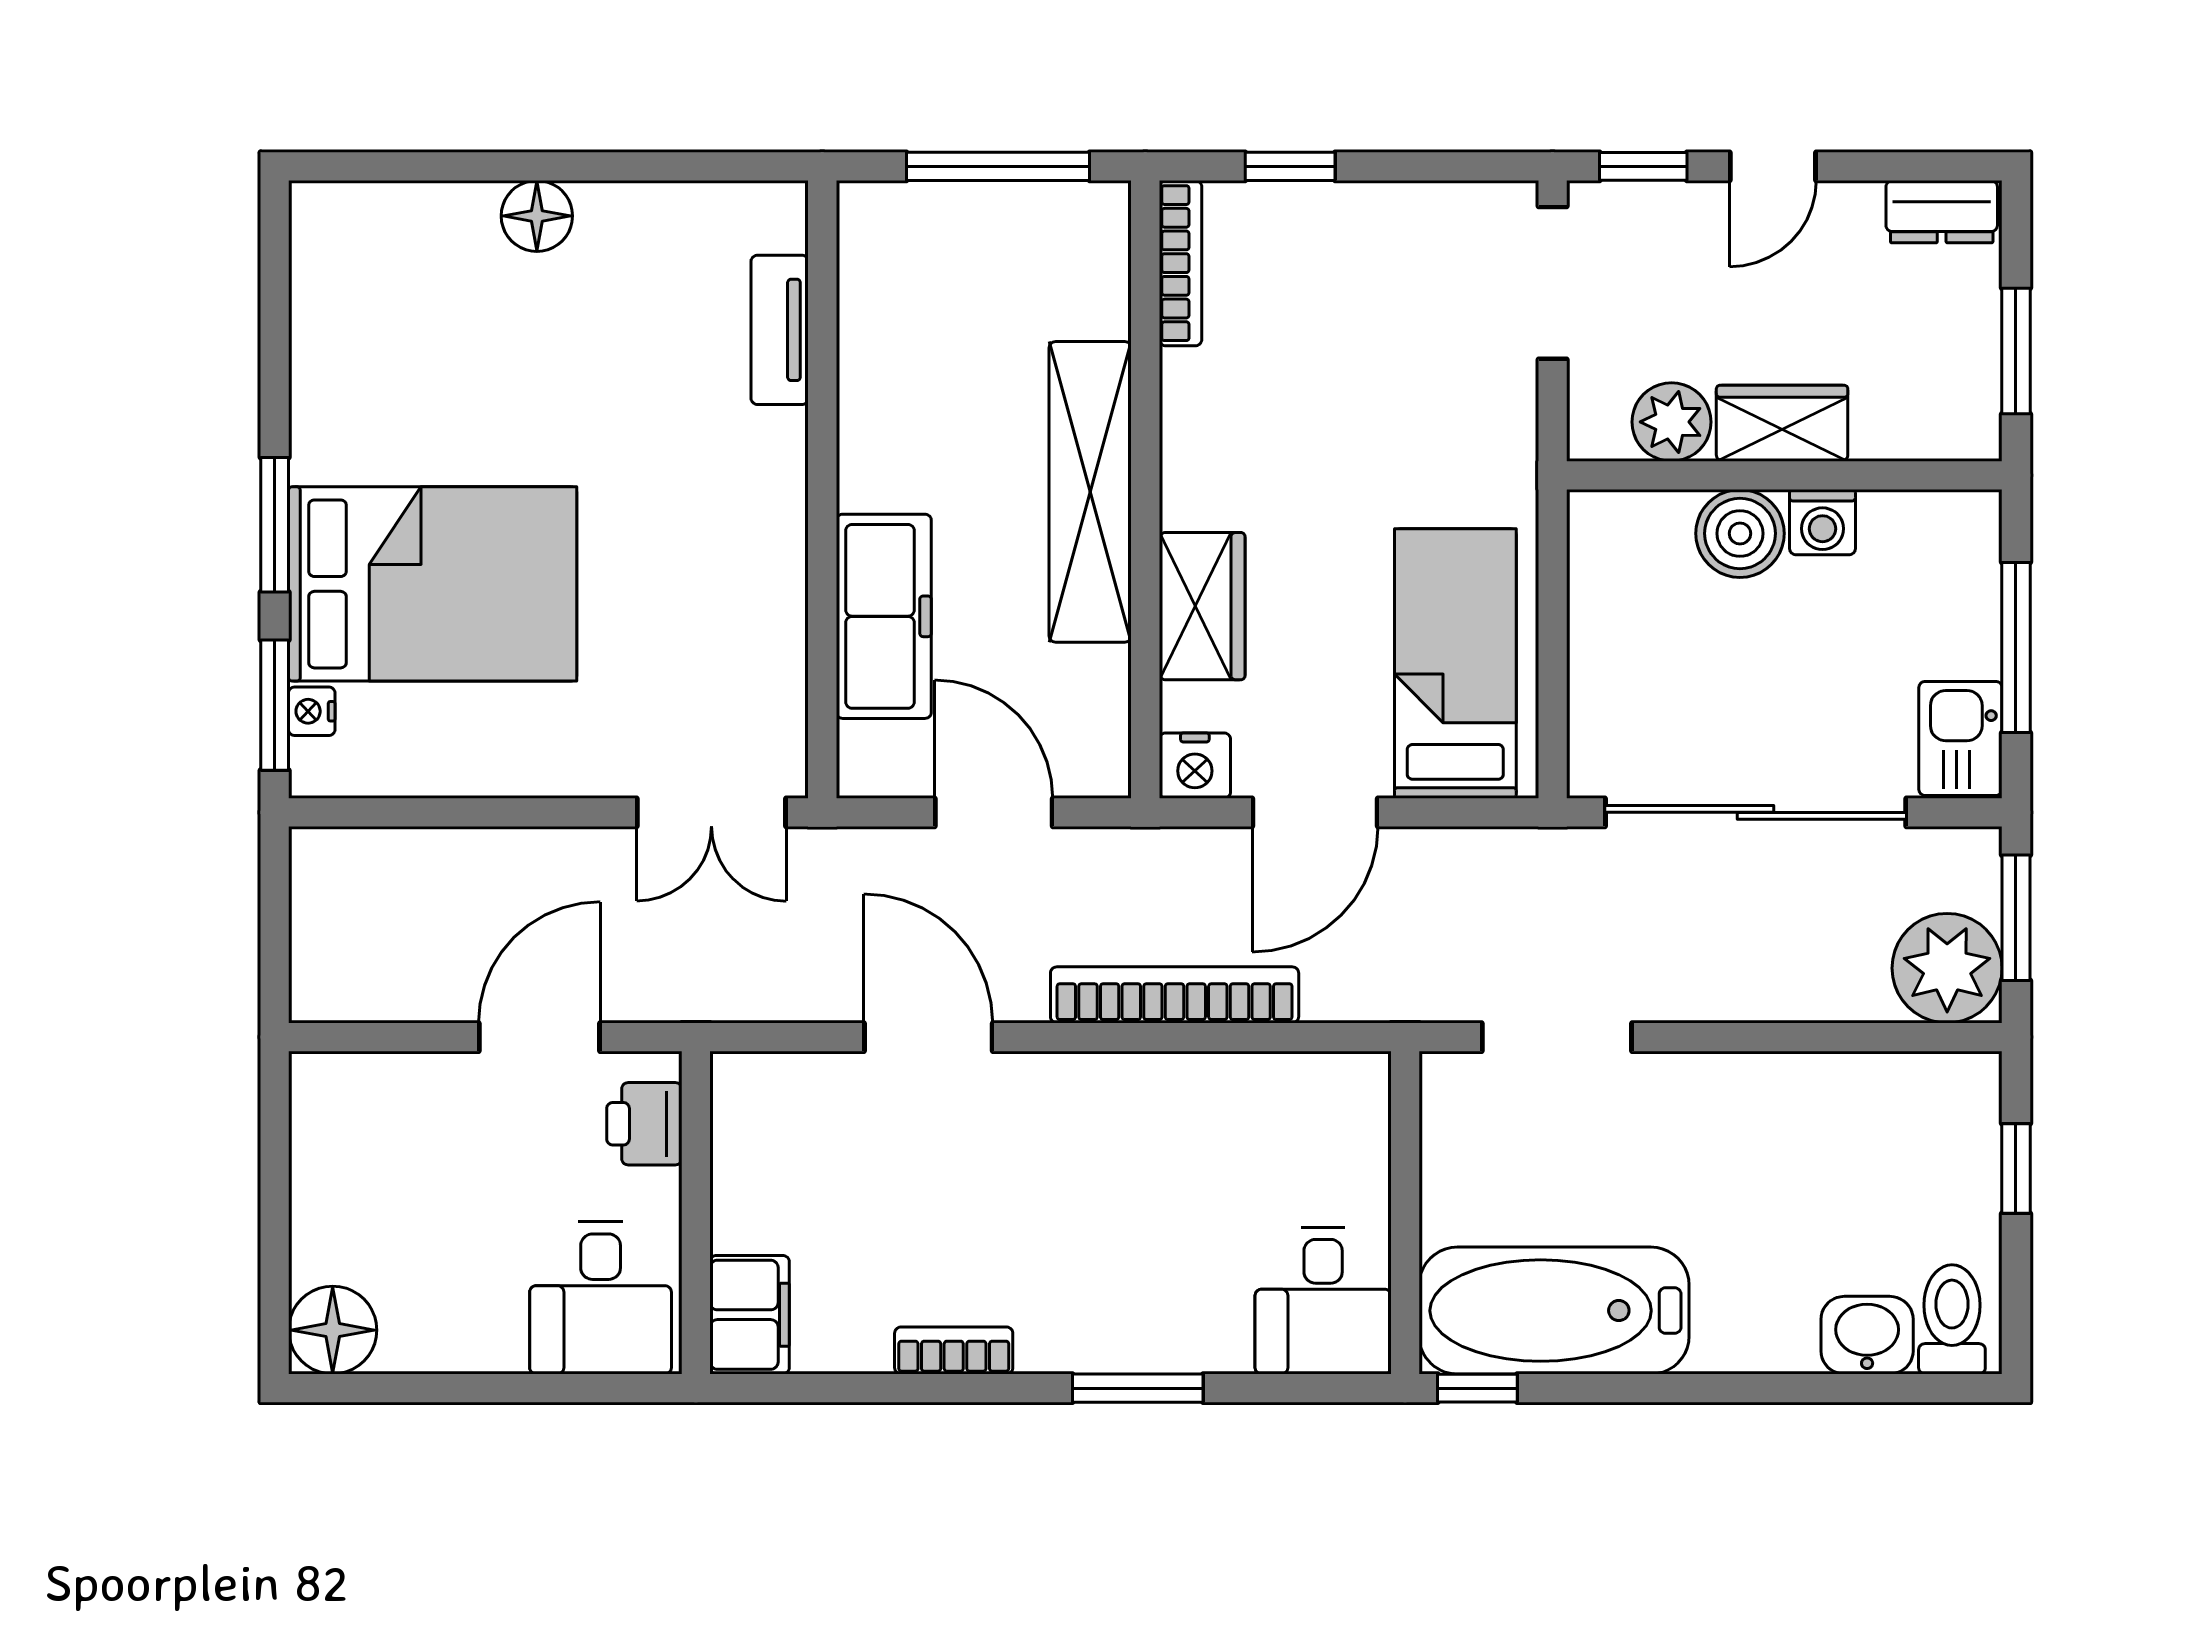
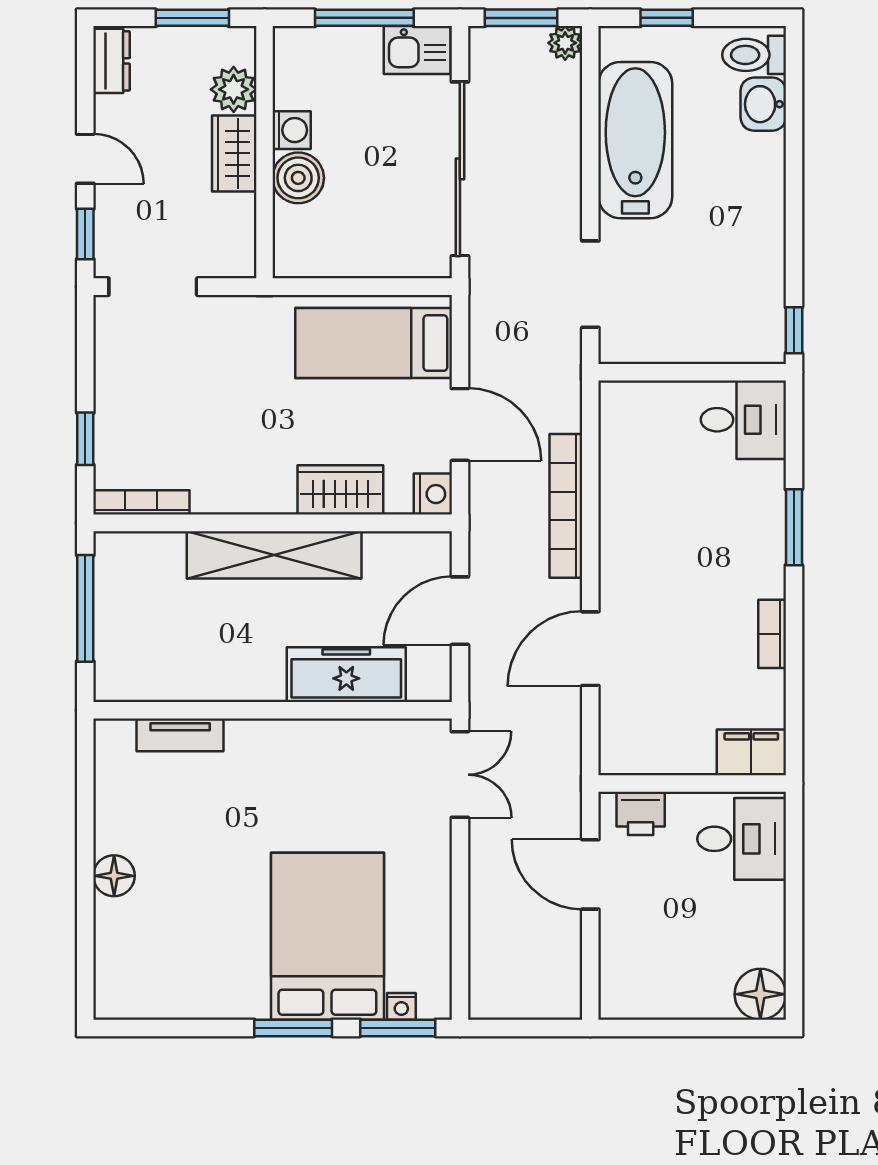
plant: (1672, 422) -> (234, 89), moved
plant: (1947, 968) -> (565, 43), width x0.53, depth x0.53
bathtub: (1554, 1311) -> (635, 140), moved, turned 180

